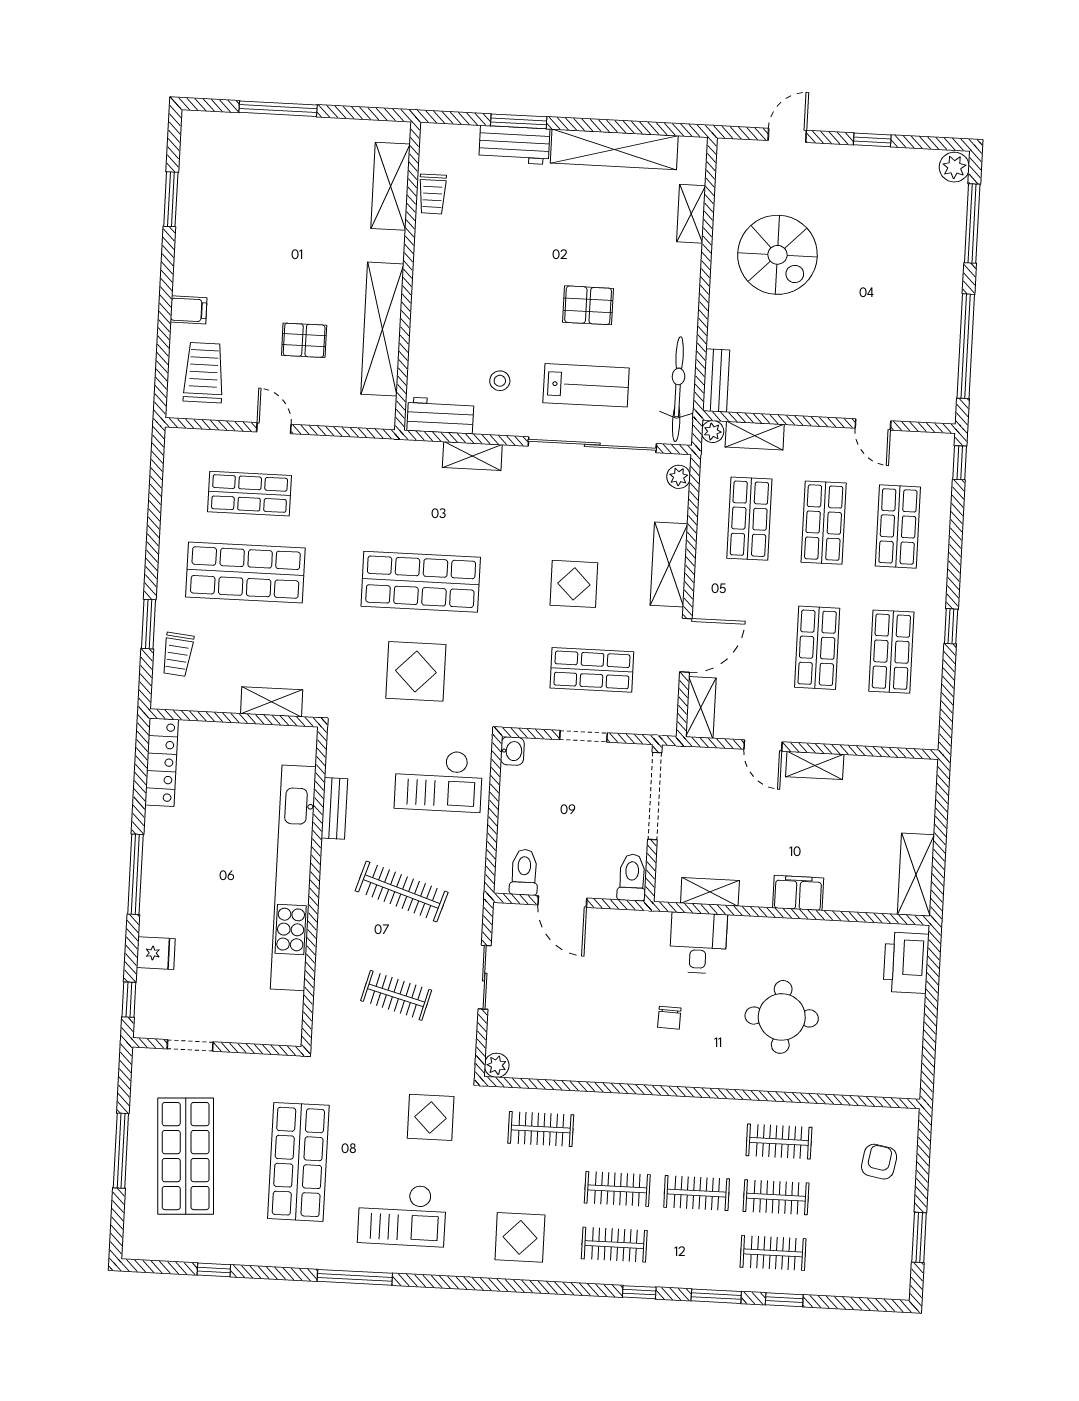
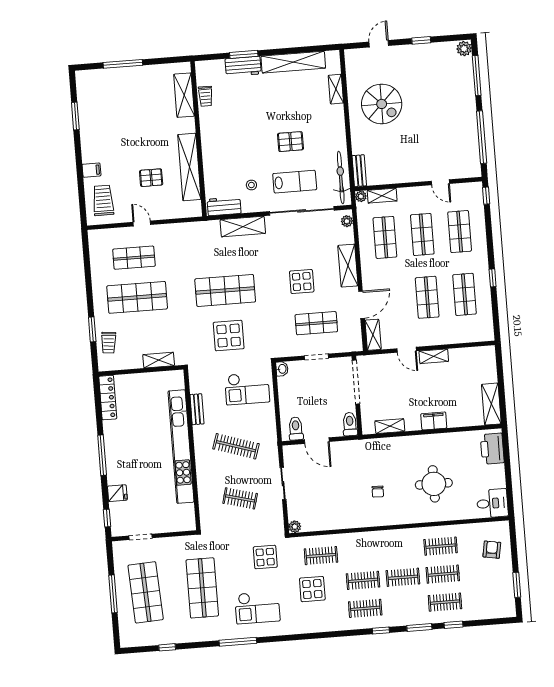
shelving: (472, 456) -> (243, 227), width x1.50, depth x1.33
desk: (698, 943) -> (492, 503), moved, turned 90
display table: (520, 1237) -> (312, 589), moved

